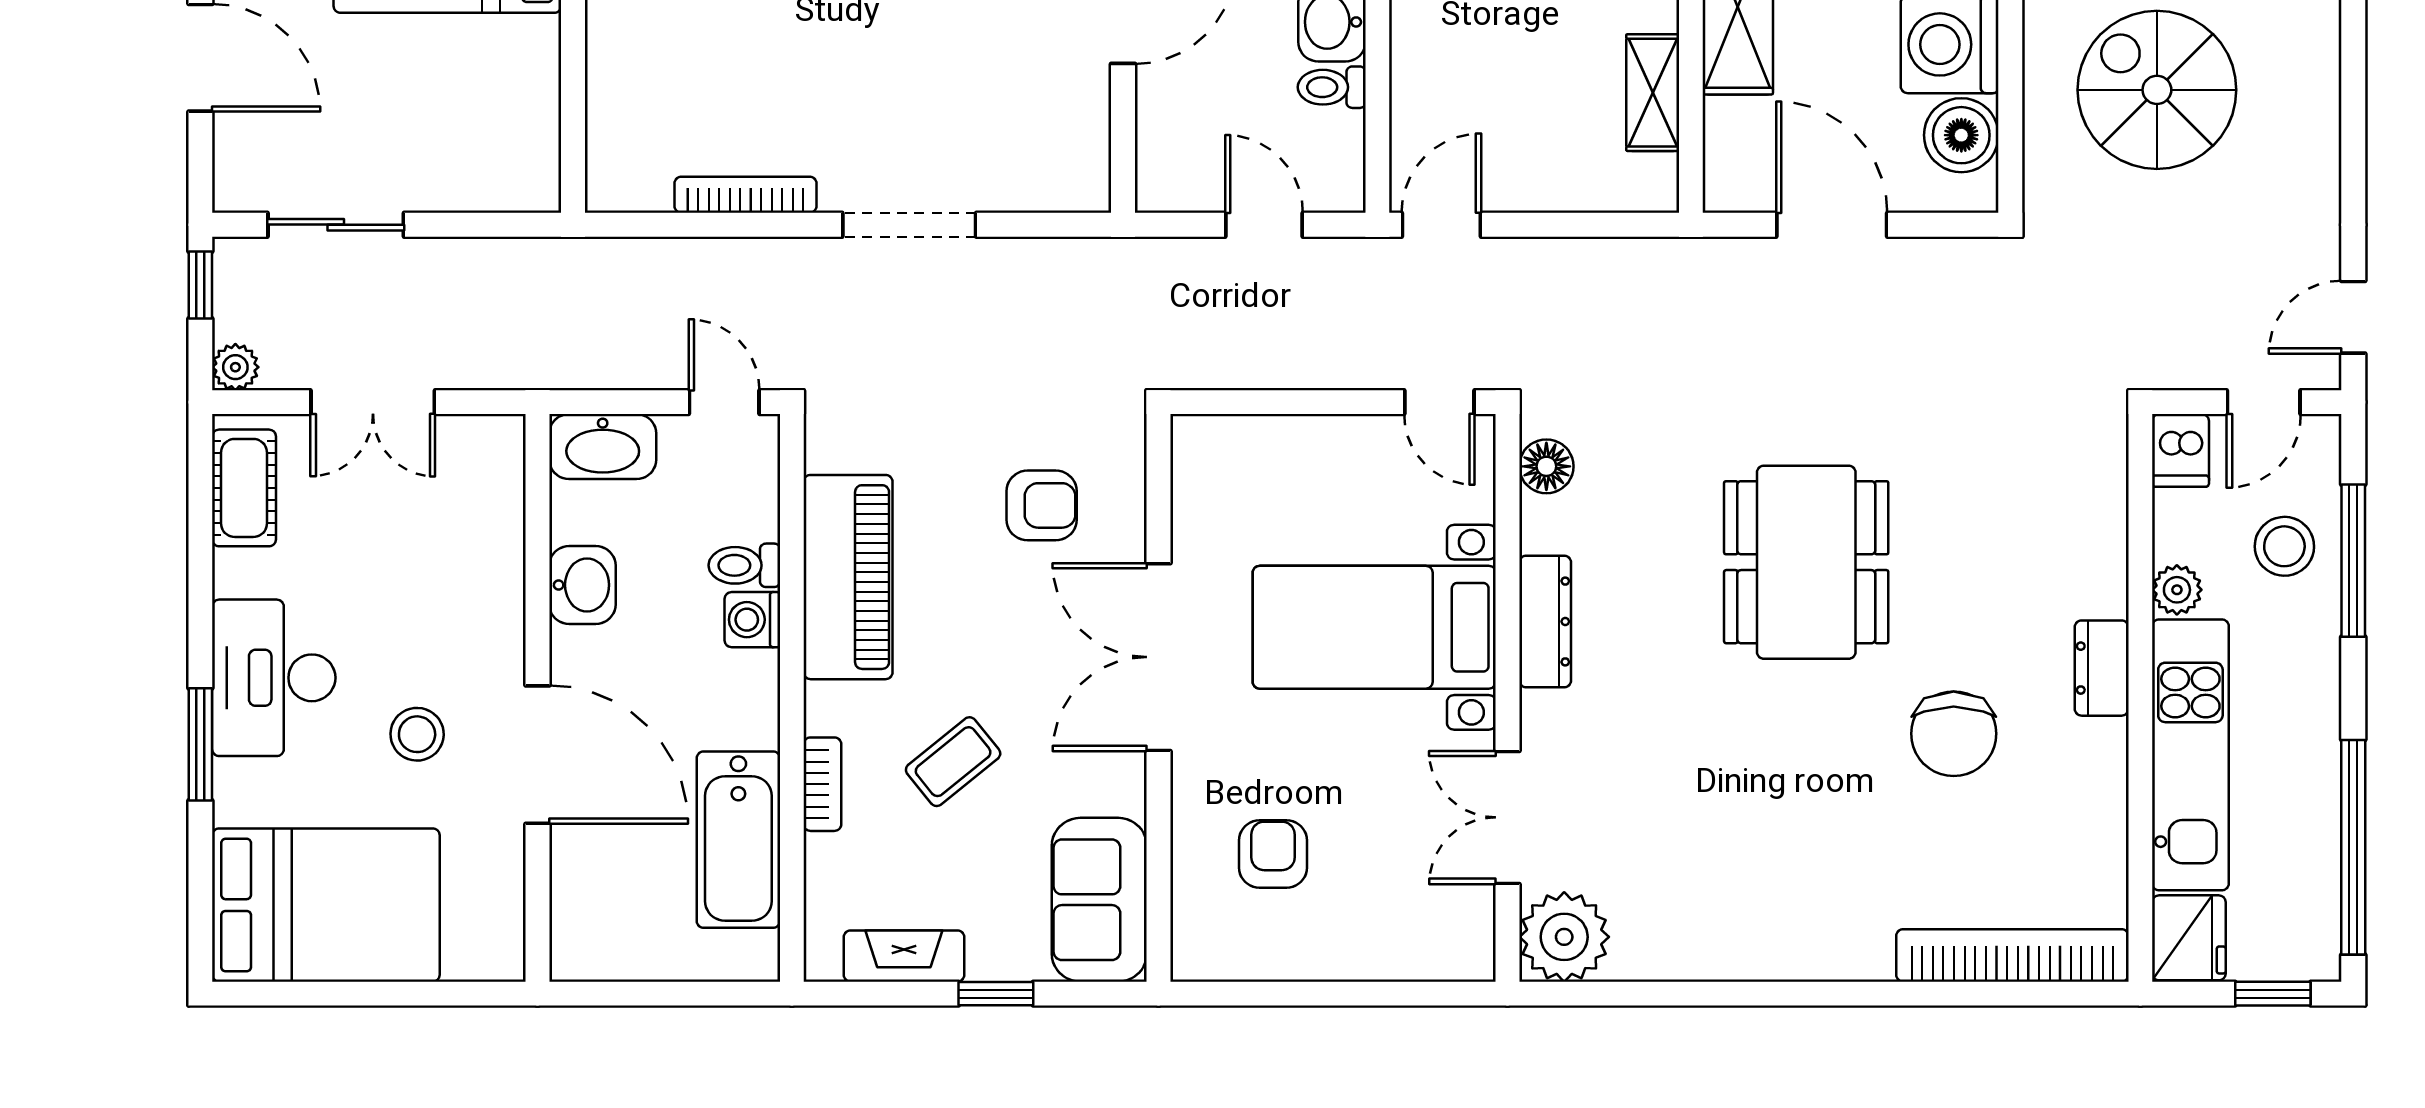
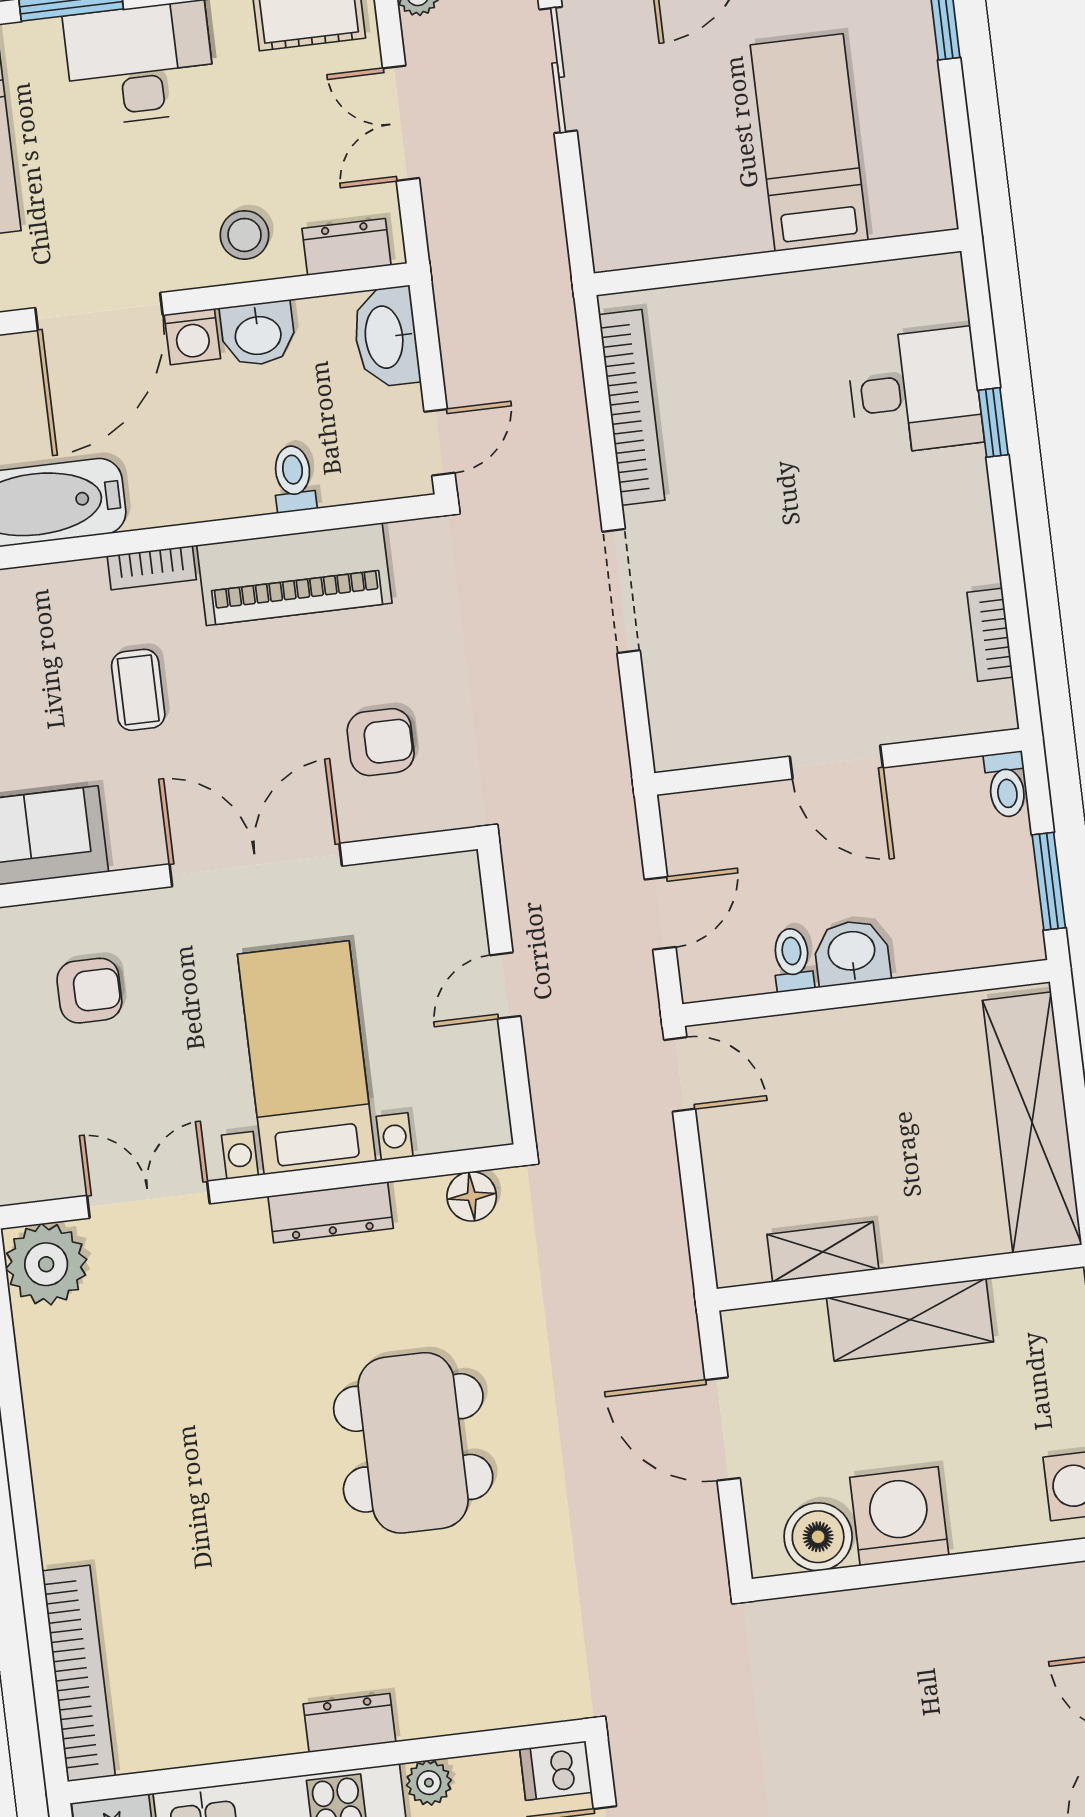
spiral stairs: (2157, 90) -> (881, 1710), removed
bookcase: (746, 195) -> (632, 407), width x1.48, depth x1.31
door: (1832, 225) -> (723, 1429), swing flipped
door: (1439, 402) -> (505, 986), moved
dresser: (500, 477) -> (346, 247), added
armchair: (1042, 505) -> (381, 742), turned -90
dining table: (1806, 562) -> (413, 1443), turned 90
washing machine: (752, 620) -> (192, 337), moved, turned 180
stool: (417, 734) -> (245, 235), moved
chair: (1954, 734) -> (274, 1596), removed
coffee table: (953, 762) -> (138, 690), turned 39
bookcase: (822, 784) -> (152, 568), moved

